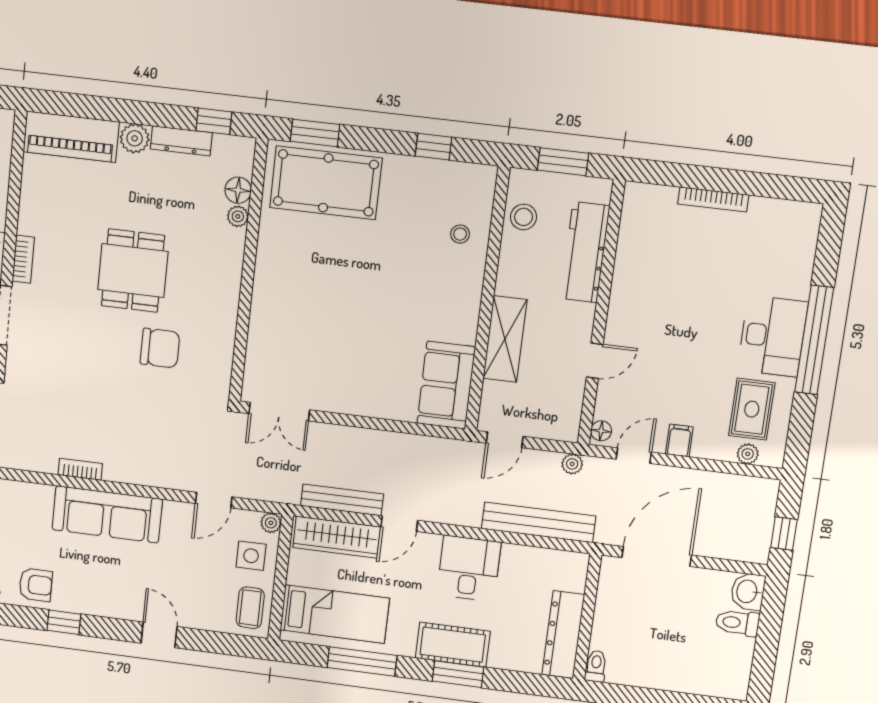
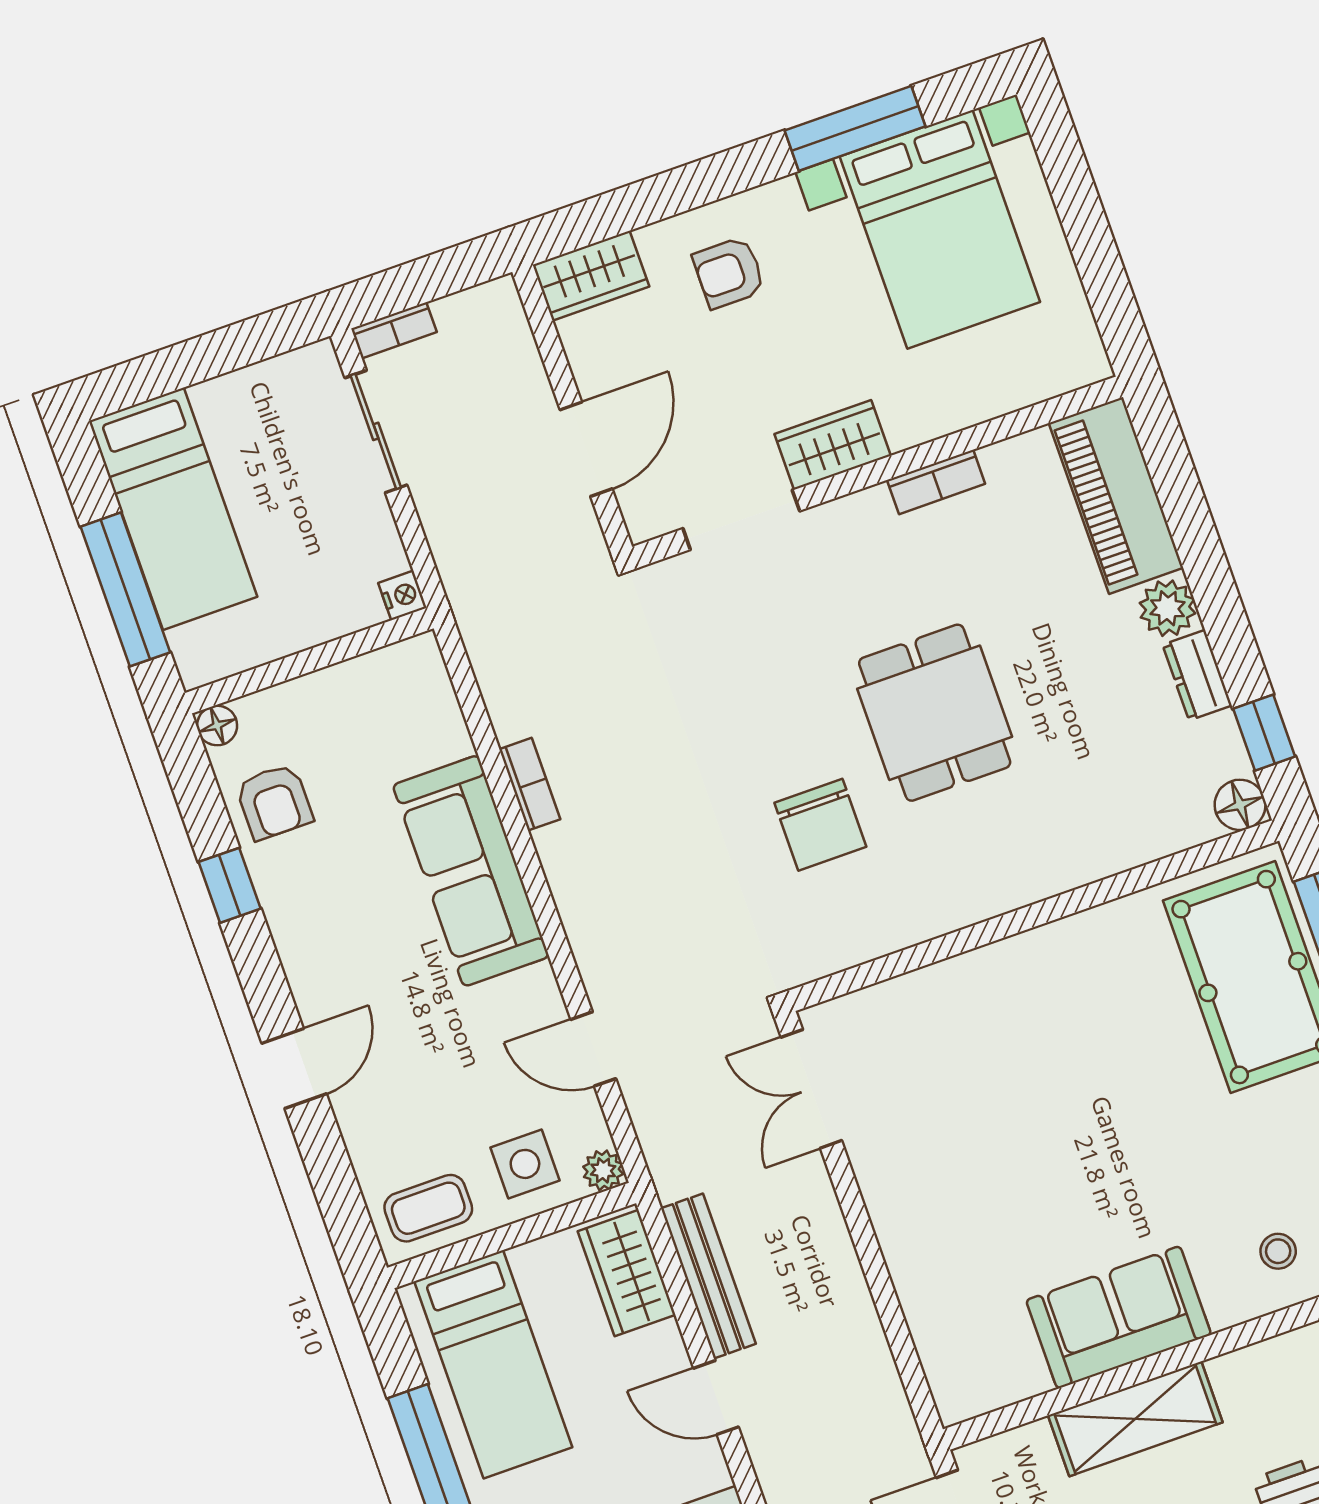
dresser: (181, 141) -> (1197, 675), width x0.70
floor lamp: (238, 190) -> (1240, 805), moved
plant: (238, 216) -> (1120, 852), removed
bookcase: (23, 259) -> (936, 482), moved
dining table: (133, 271) -> (935, 713), turned 90
sofa: (446, 385) -> (1119, 1317), moved
wardrobe: (337, 537) -> (627, 1273), width x0.67

